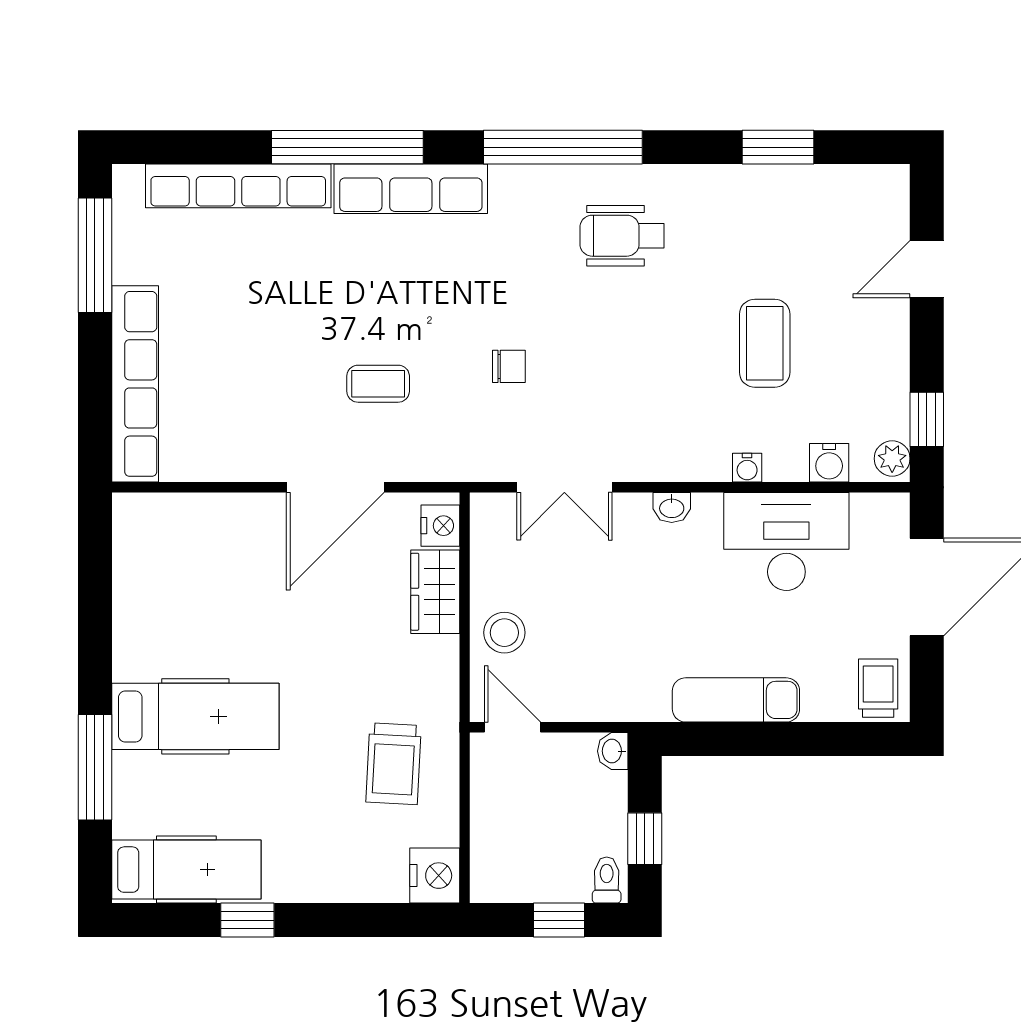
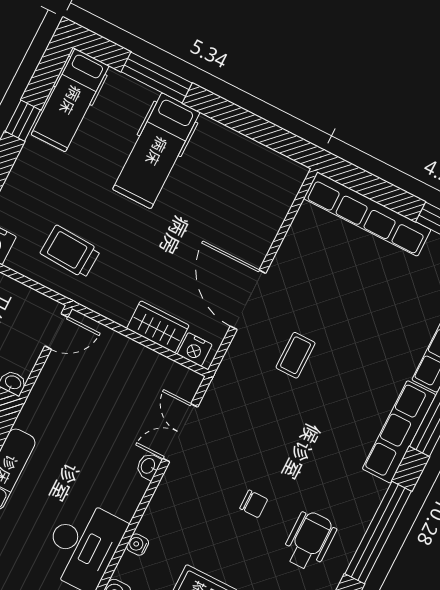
chair: (509, 366) -> (254, 504), moved, turned -90
washbasin: (672, 507) -> (148, 466), moved
stool: (504, 633) -> (114, 355), removed

